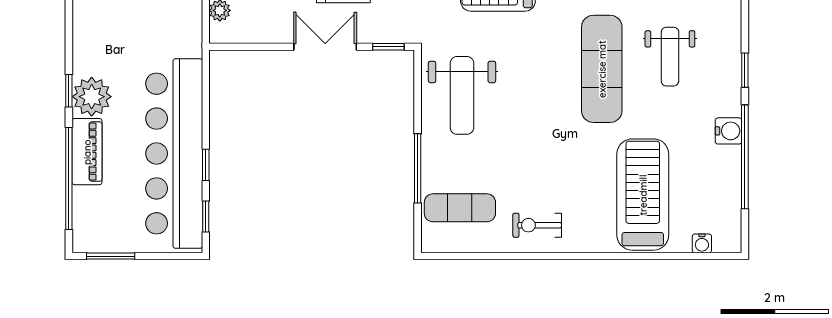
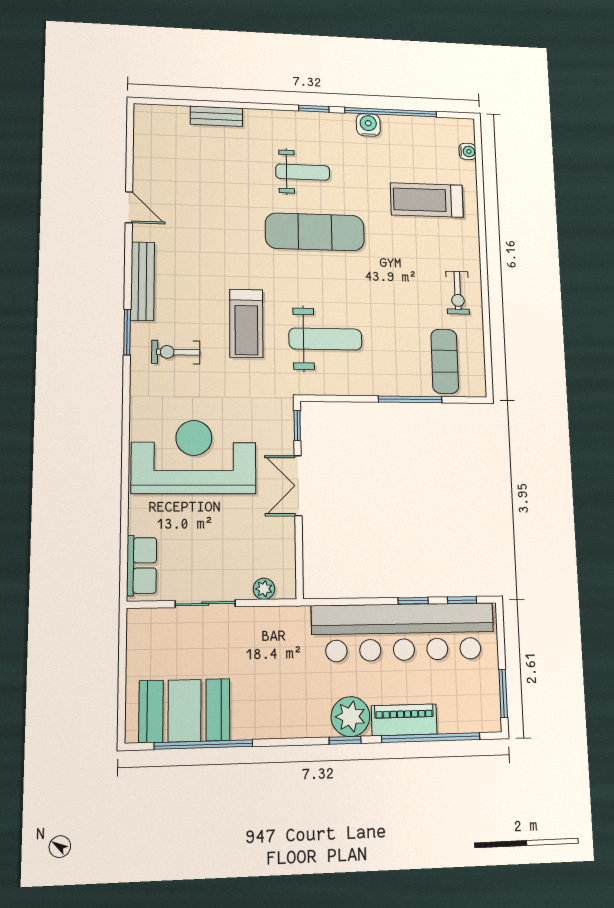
weight bench: (462, 95) -> (325, 339), moved
treadmill: (643, 195) -> (427, 200), width x0.73, depth x0.73

